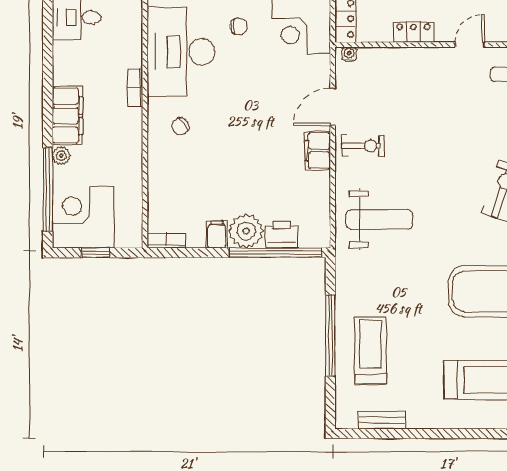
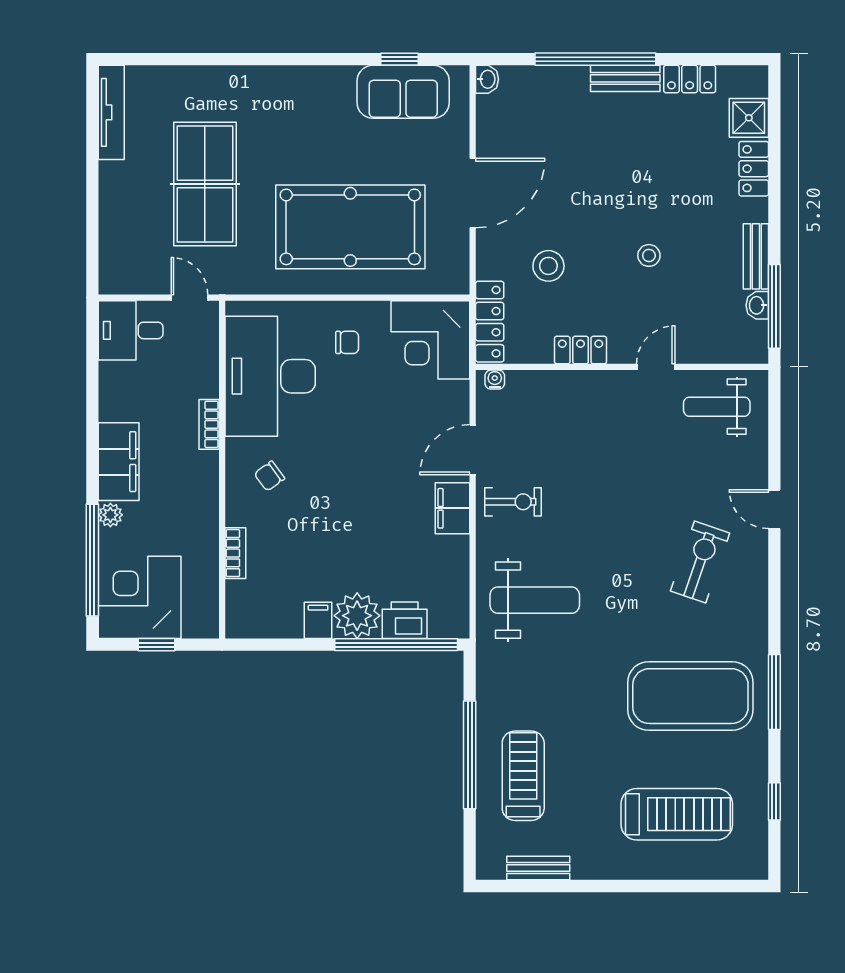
bookcase: (166, 241) -> (235, 553), moved, turned 90

